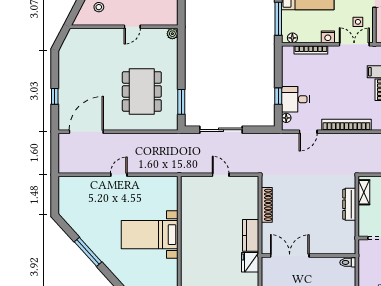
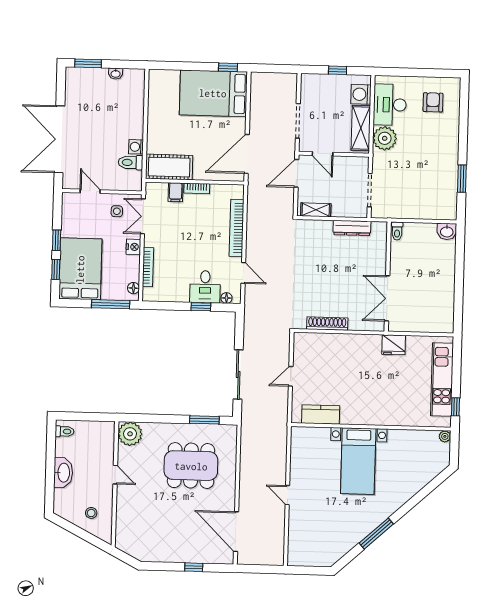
plant: (172, 34) -> (130, 434), width x1.87, depth x1.87
dresser: (349, 204) -> (352, 228), moved
kitchen counter: (251, 235) -> (321, 415), moved, turned 180

